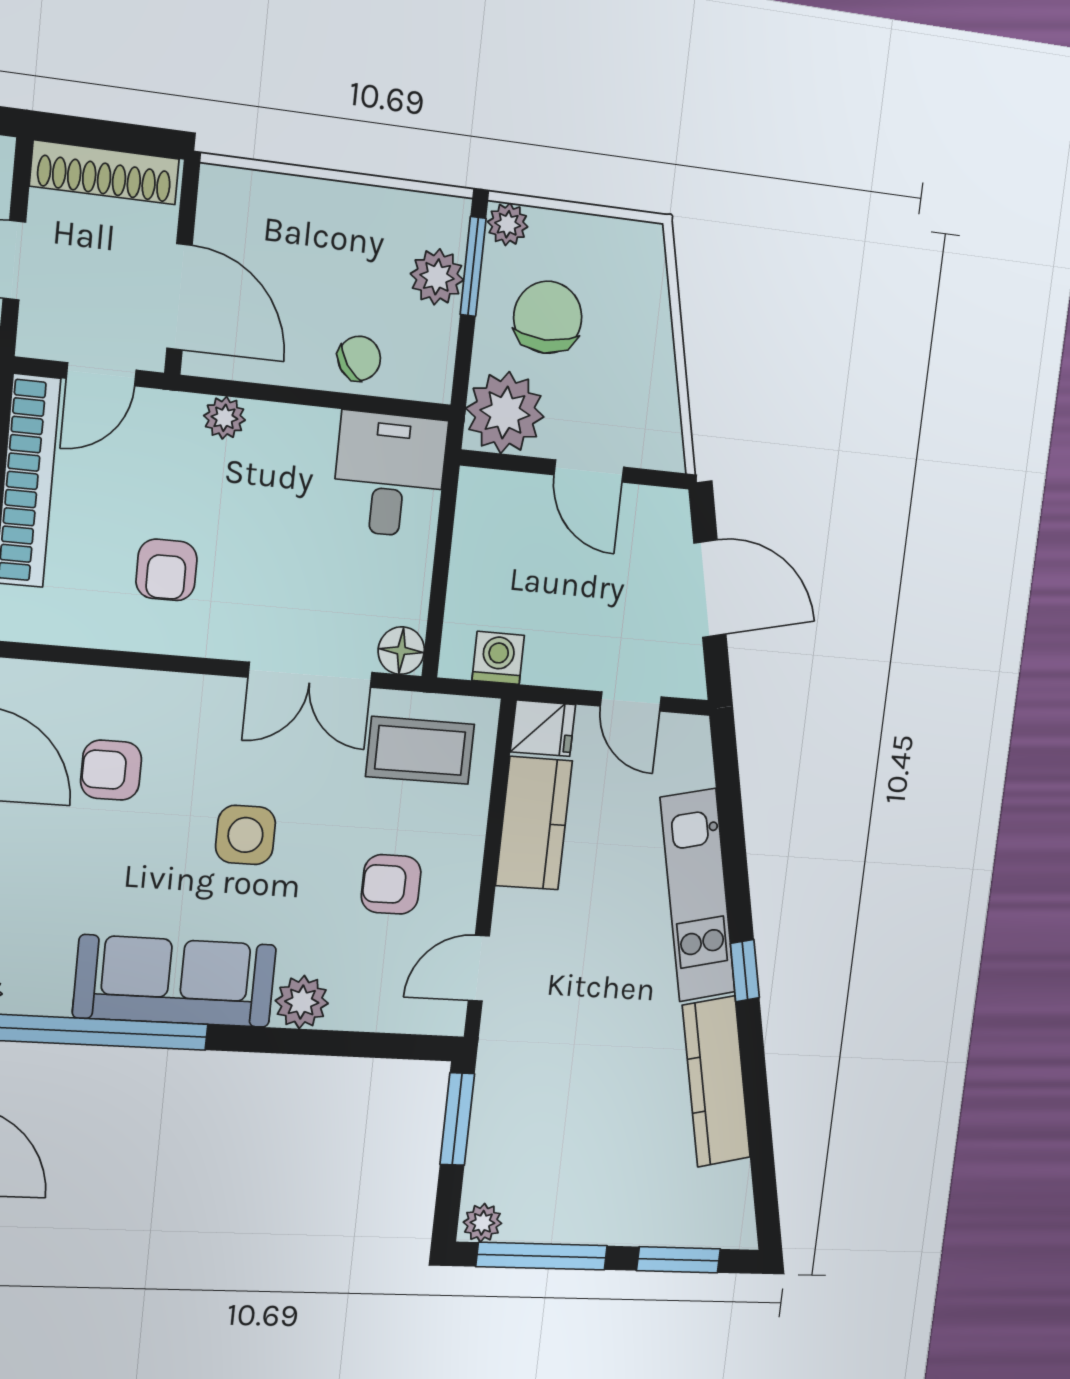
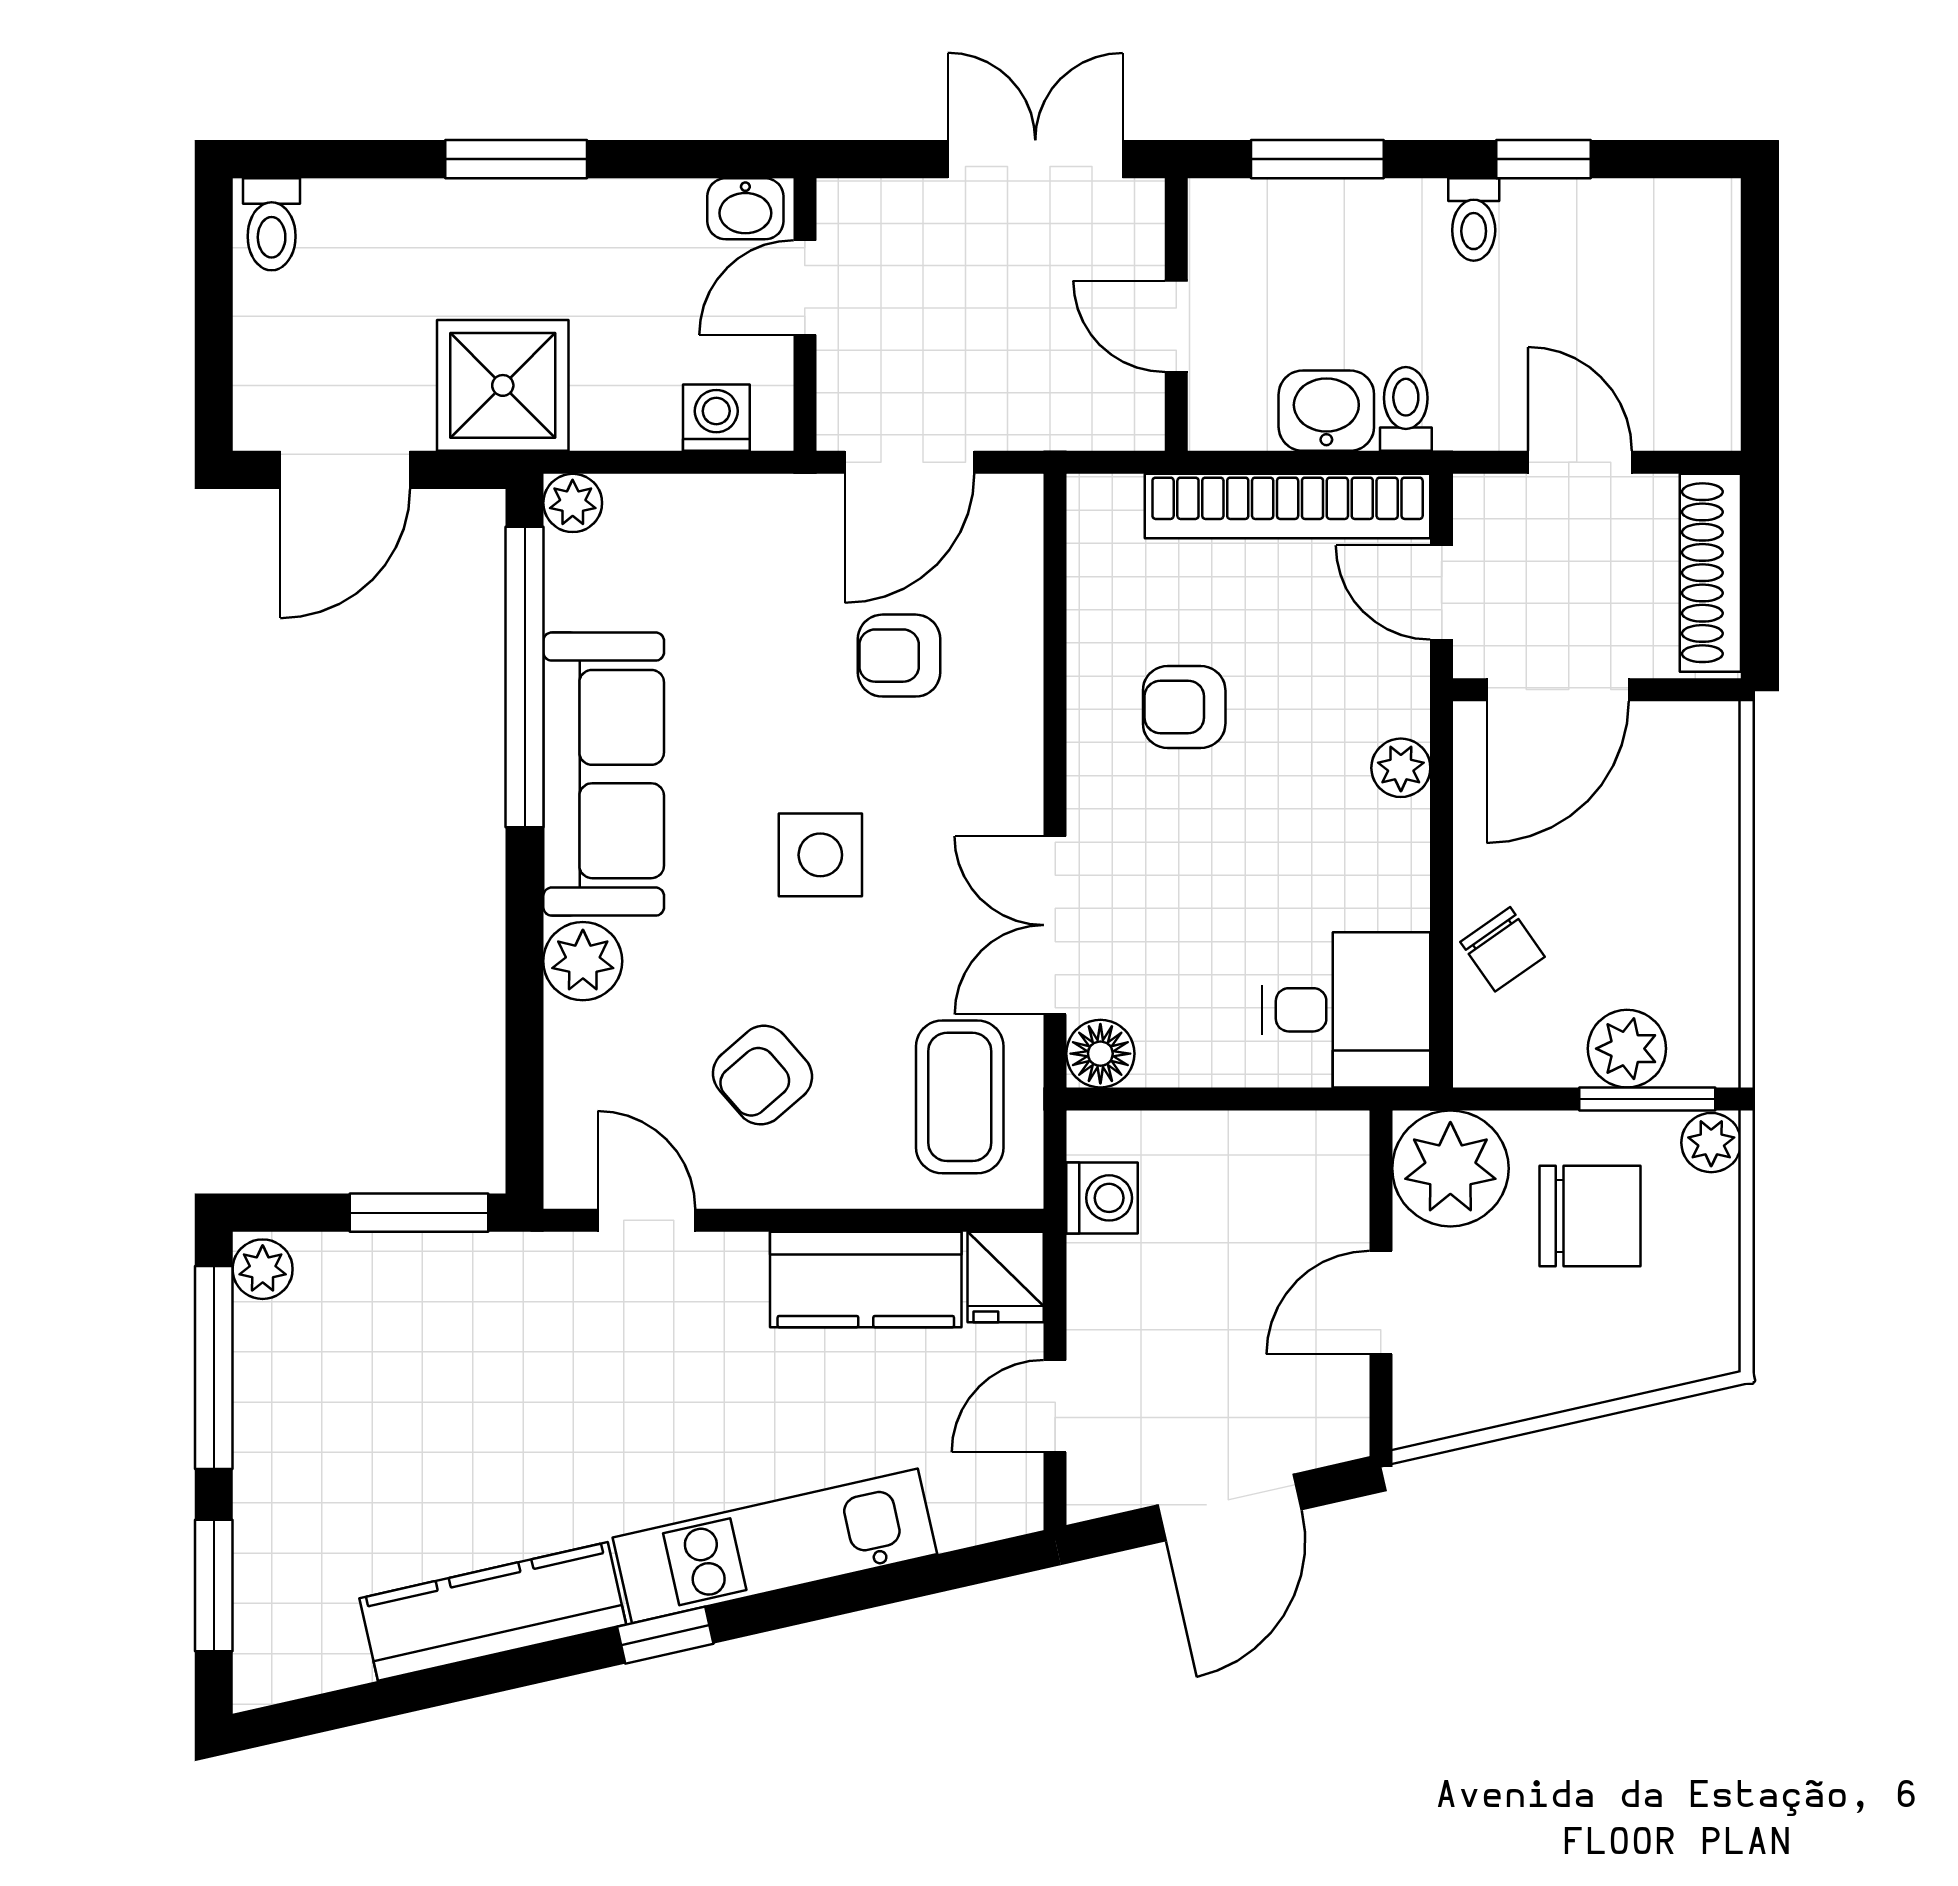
armchair: (111, 770) -> (899, 656), turned -90
armchair: (391, 884) -> (762, 1075), turned -131

